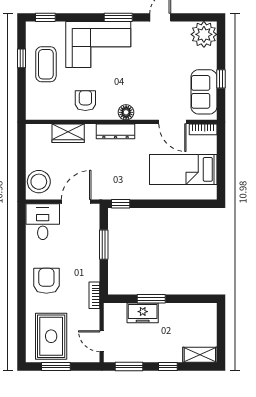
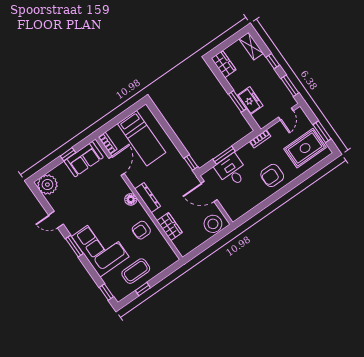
desk: (43, 222) -> (232, 171), moved, turned 90
wardrobe: (201, 312) -> (224, 64), added

